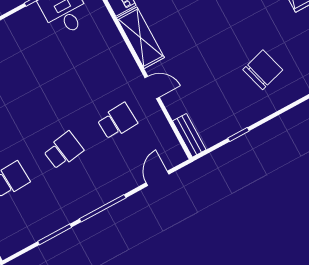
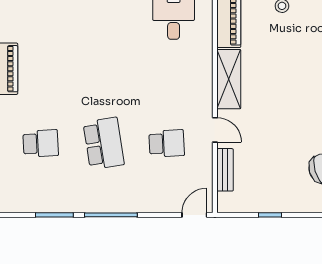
bench: (189, 135) -> (225, 170), moved
school desk: (63, 150) -> (104, 143), width x1.85
door: (158, 178) -> (194, 215), moved

